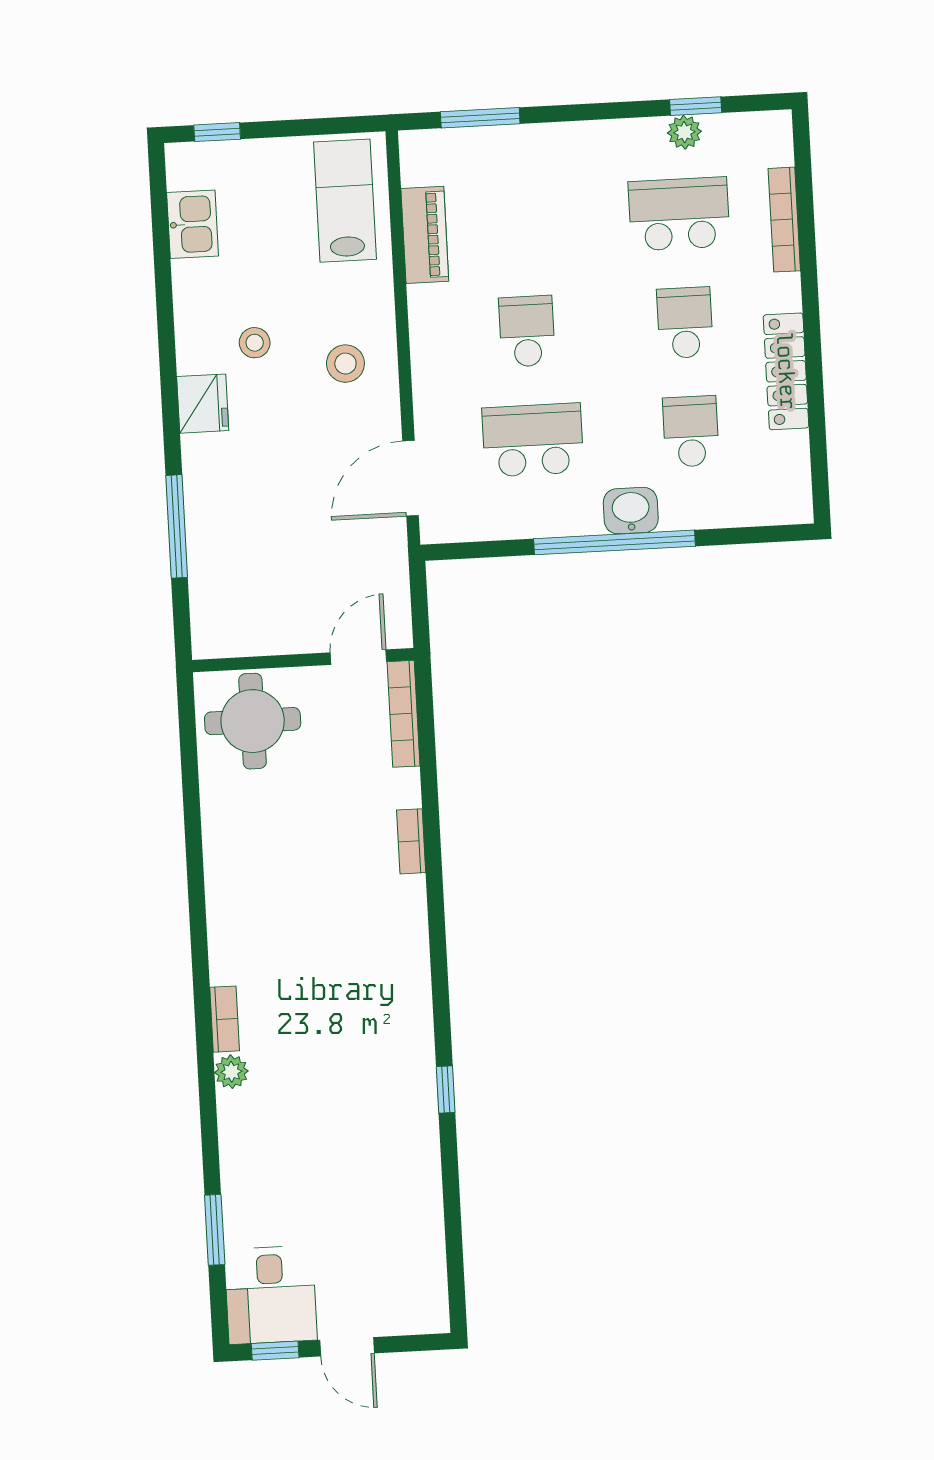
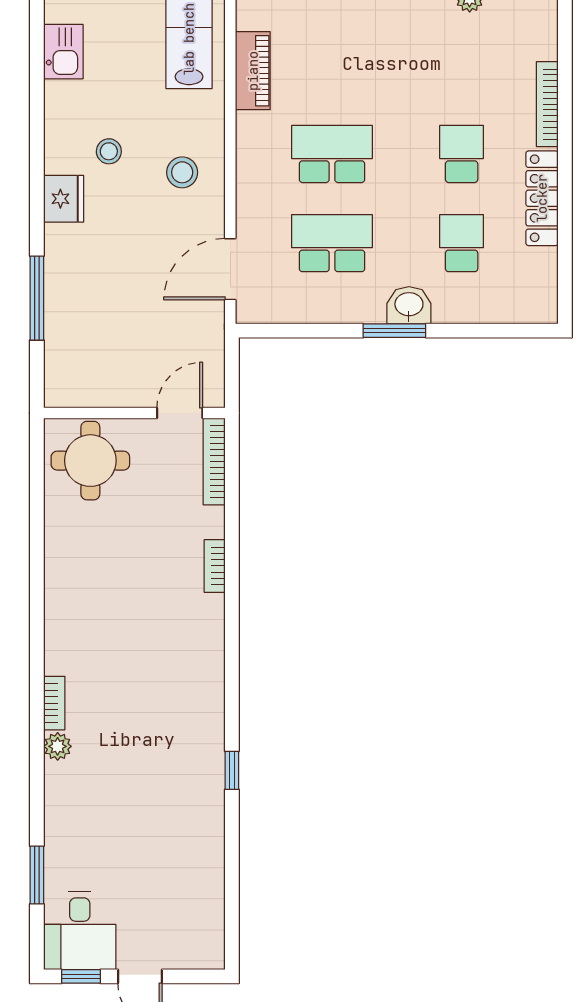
school desk: (679, 214) -> (462, 65), removed
bookcase: (784, 220) -> (547, 104), moved
school desk: (527, 331) -> (332, 154), width x1.85
window: (615, 542) -> (394, 331), width x0.47

